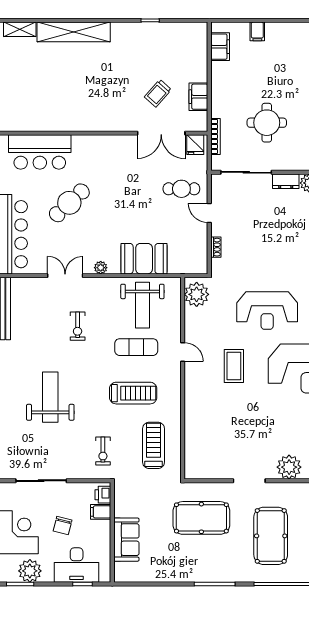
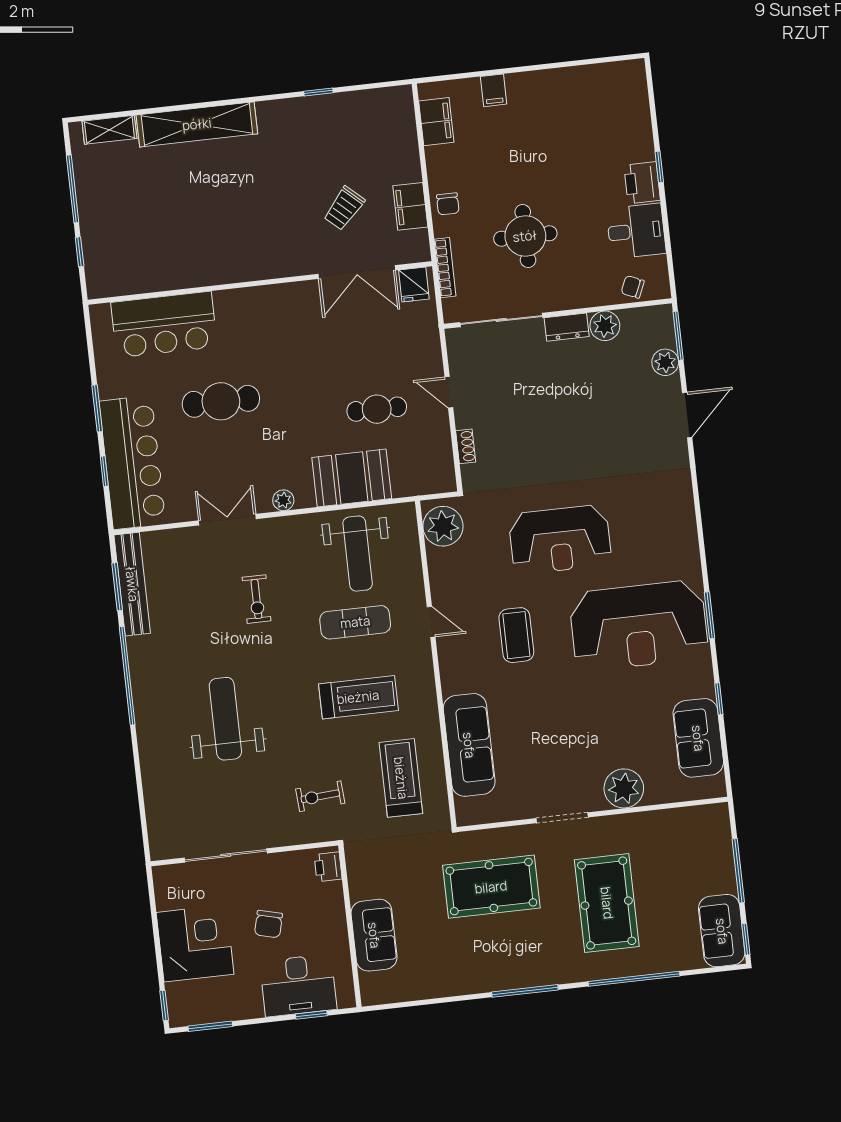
chair: (222, 98) -> (448, 204), added
cafe table: (181, 189) -> (377, 409), moved
cafe table: (69, 203) -> (221, 401), turned 43
sofa: (197, 430) -> (469, 745), added
exercise bike: (103, 451) -> (320, 796), turned 86
filing cabinet: (101, 512) -> (328, 895), removed
plant: (30, 571) -> (224, 1003), removed

